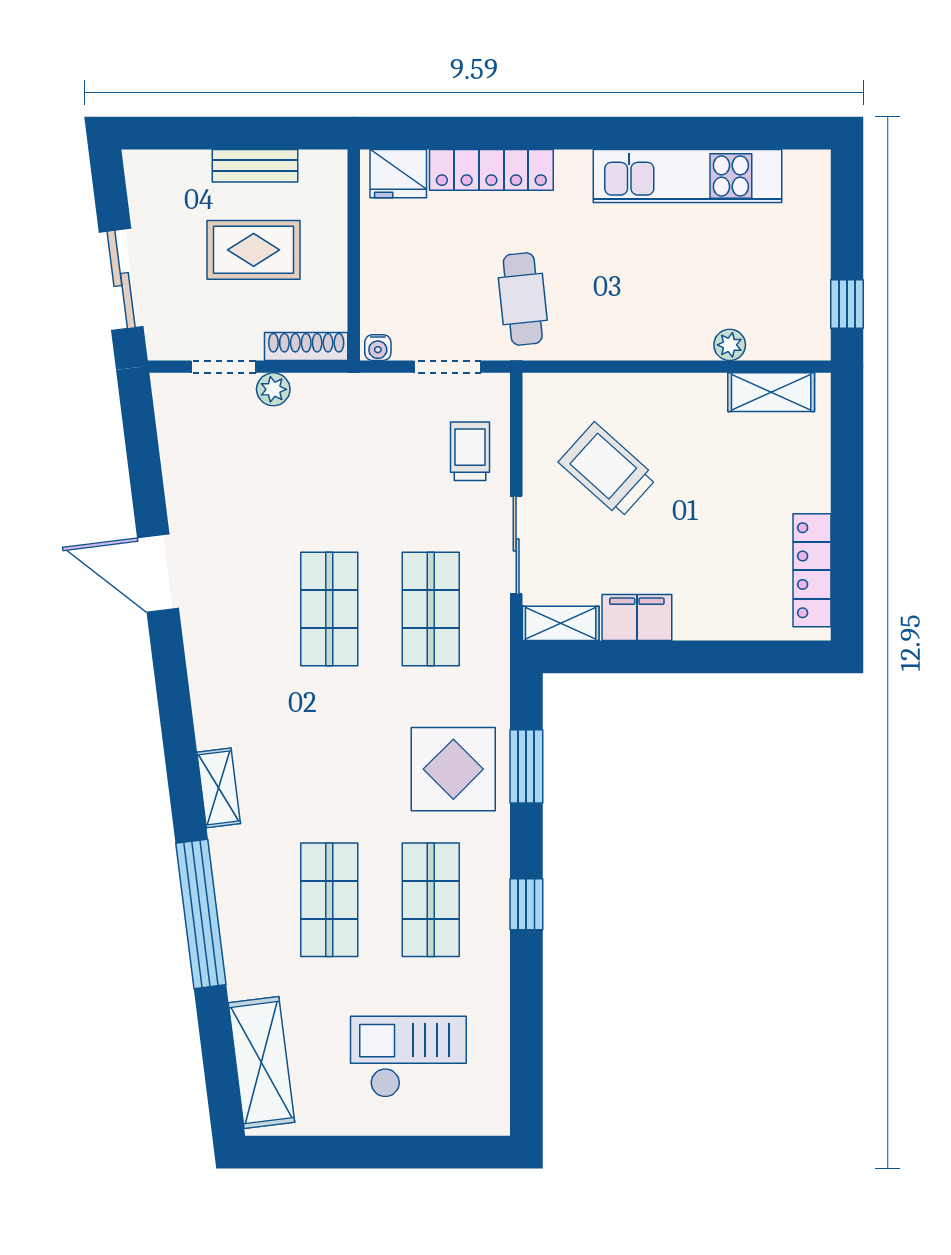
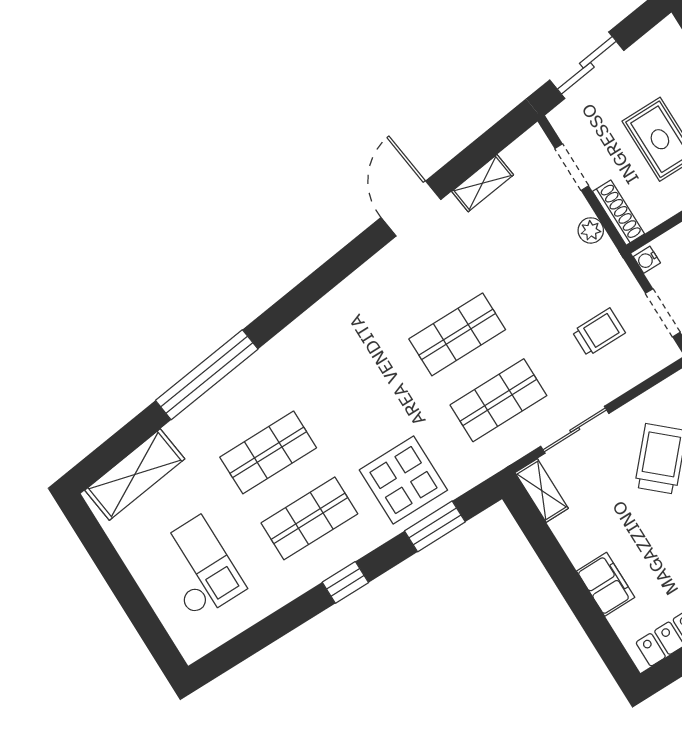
plant: (273, 389) -> (591, 230), moved
trolley: (470, 451) -> (599, 332), moved
filing cabinet: (637, 617) -> (606, 584), moved
shelving: (219, 788) -> (483, 183), moved

